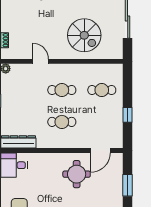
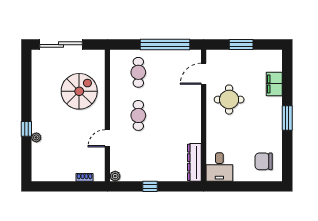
window: (128, 115) -> (165, 45), width x3.17
cafe table: (62, 122) -> (173, 115), removed
door: (100, 151) -> (204, 74), swing flipped

